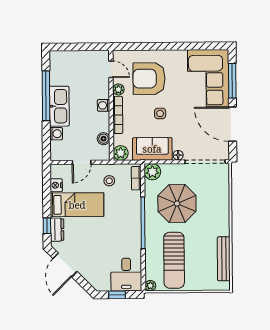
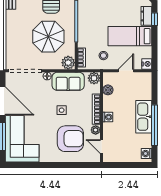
washing machine: (56, 134) -> (147, 154), moved
nightstand: (56, 185) -> (147, 64), moved

